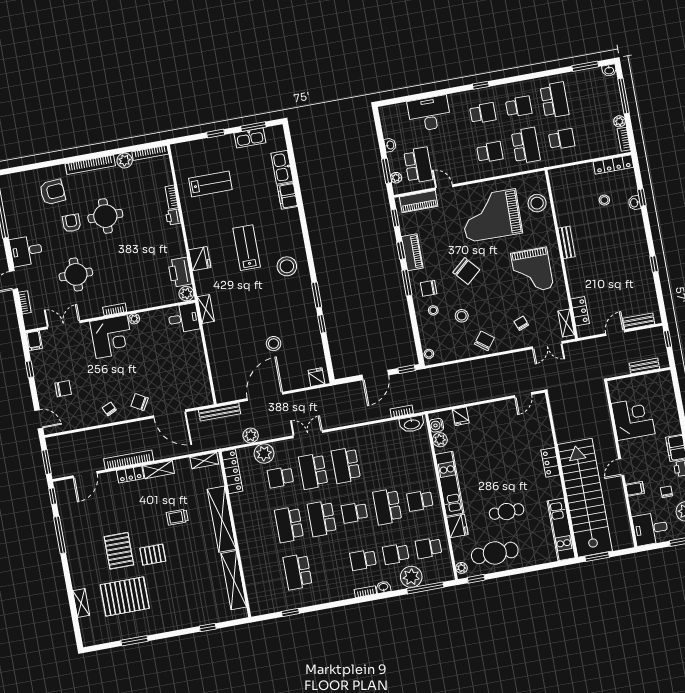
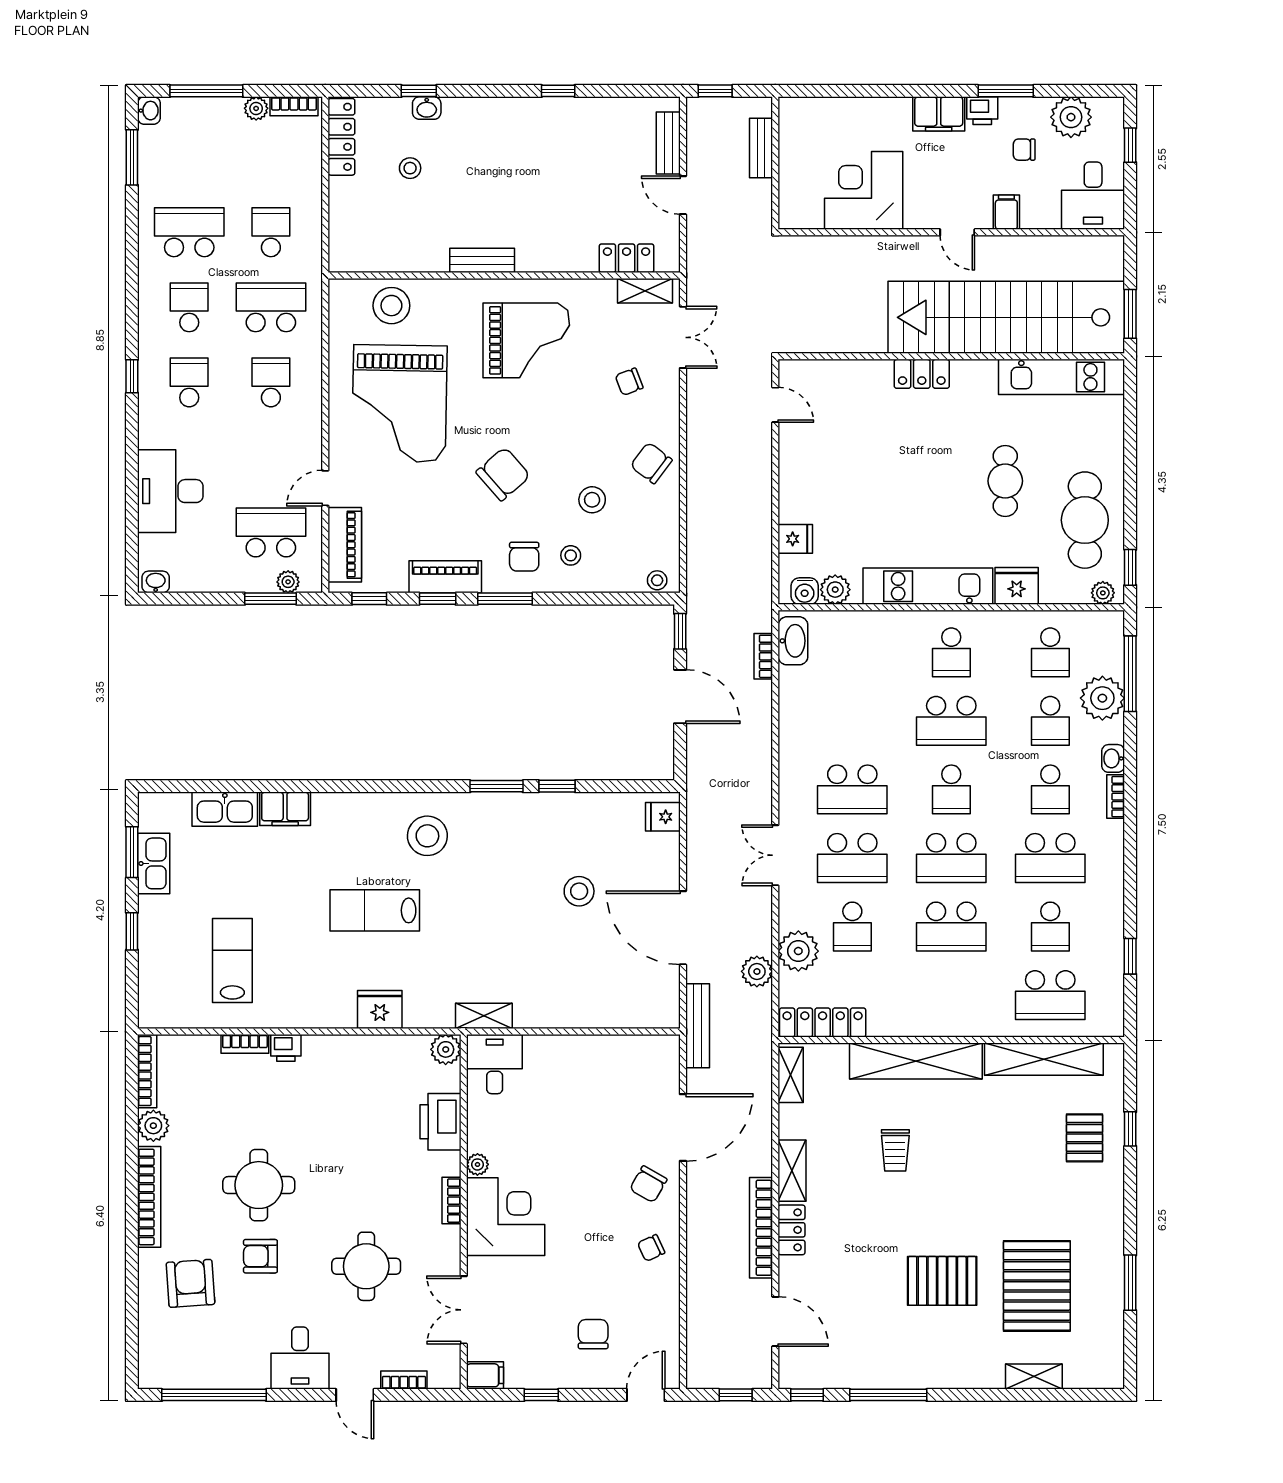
washbasin: (390, 145) -> (156, 582), moved
printer: (180, 272) -> (440, 1122), moved, turned 90
window: (46, 462) -> (736, 1395), width x0.67
pallet: (153, 555) -> (1085, 1138), moved
school desk: (330, 566) -> (1050, 858), added
school desk: (298, 572) -> (1050, 927), width x0.54
school desk: (265, 578) -> (1050, 995), added

